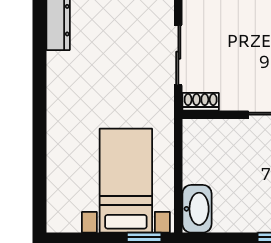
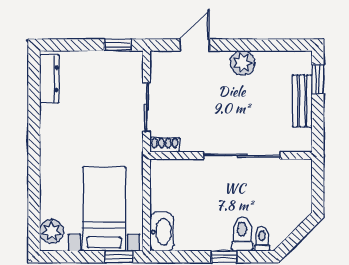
plant: (61, 208) -> (52, 231), added

